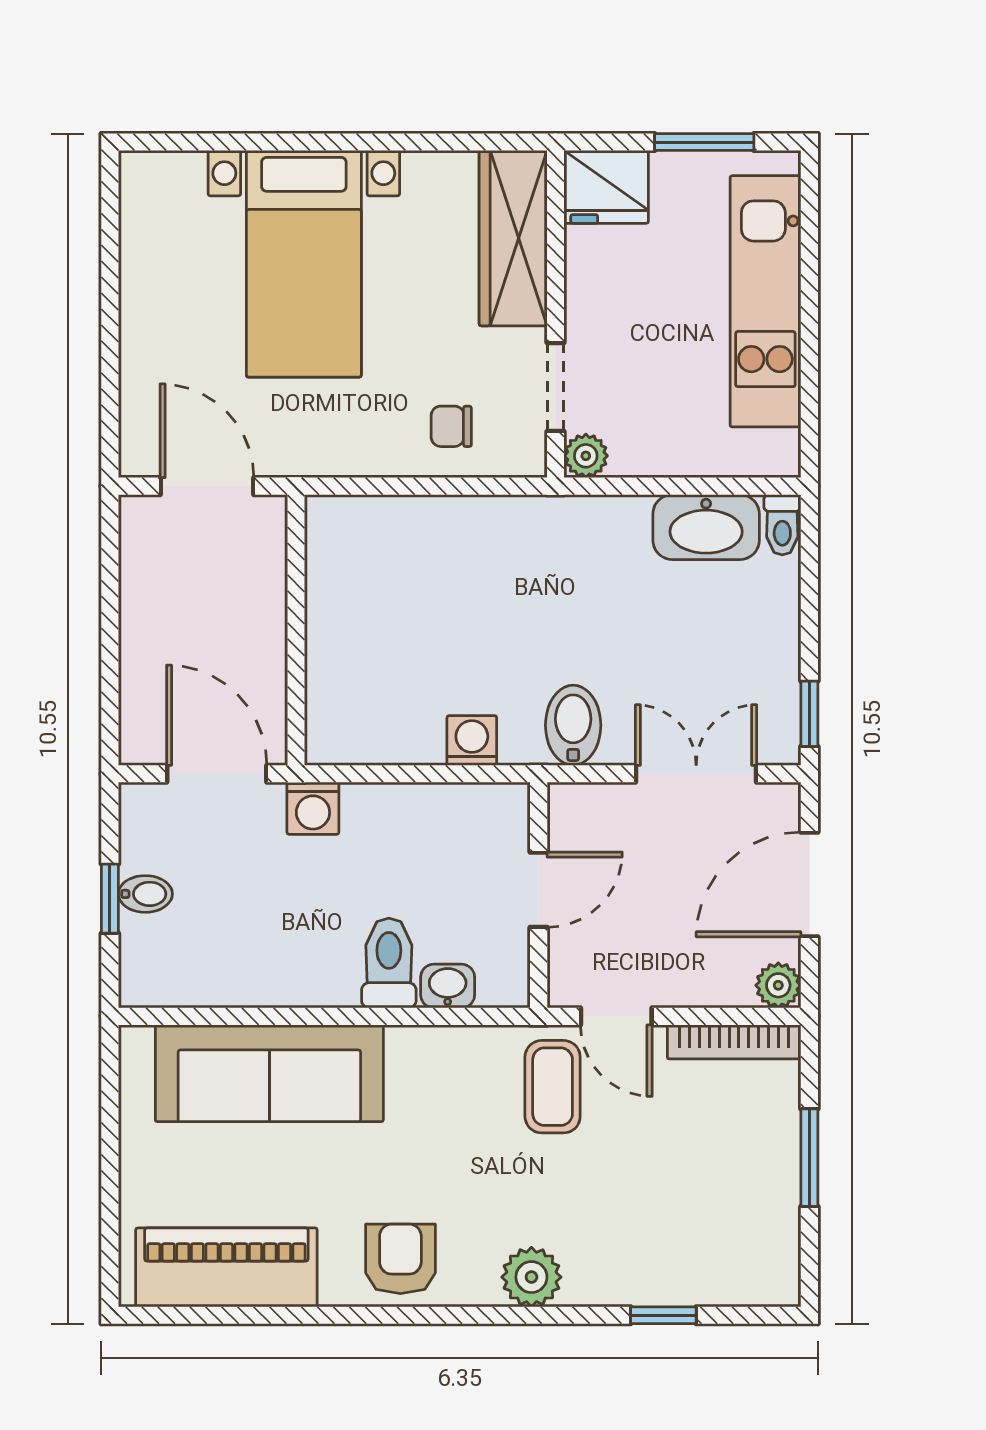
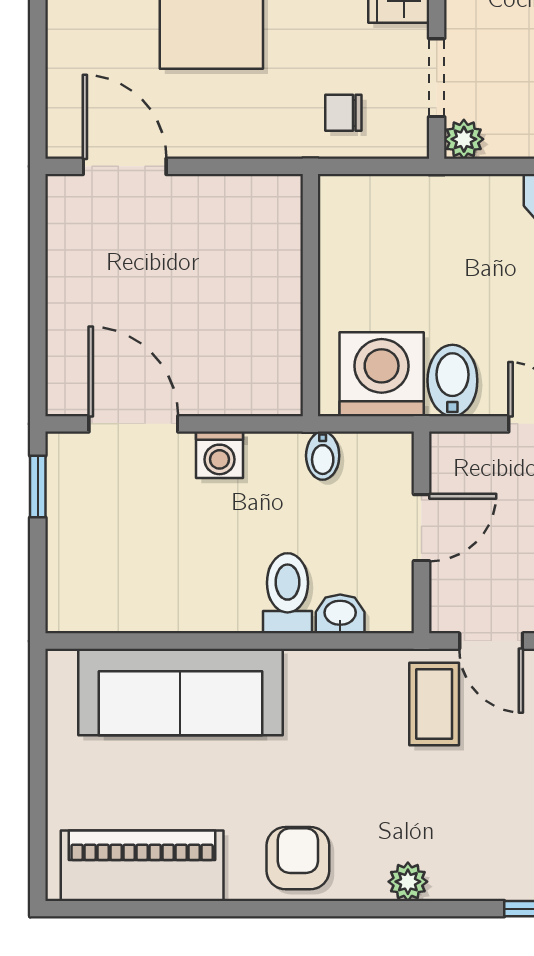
wall: (296, 630) -> (310, 295), moved
washing machine: (472, 740) -> (382, 374), width x1.89, depth x1.89
bidet: (145, 894) -> (323, 456), moved, turned 90
window: (110, 899) -> (38, 487), moved
plant: (531, 1277) -> (408, 882), width x0.73, depth x0.73

